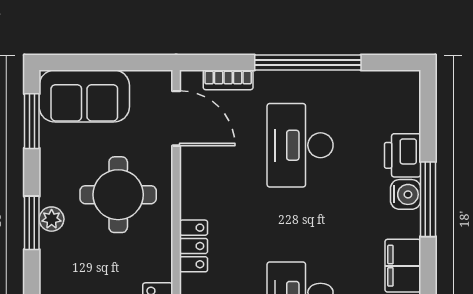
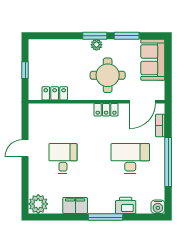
window: (32, 121) -> (127, 36), moved
water cooler: (406, 194) -> (158, 207), moved
locker: (194, 246) -> (106, 110), moved

